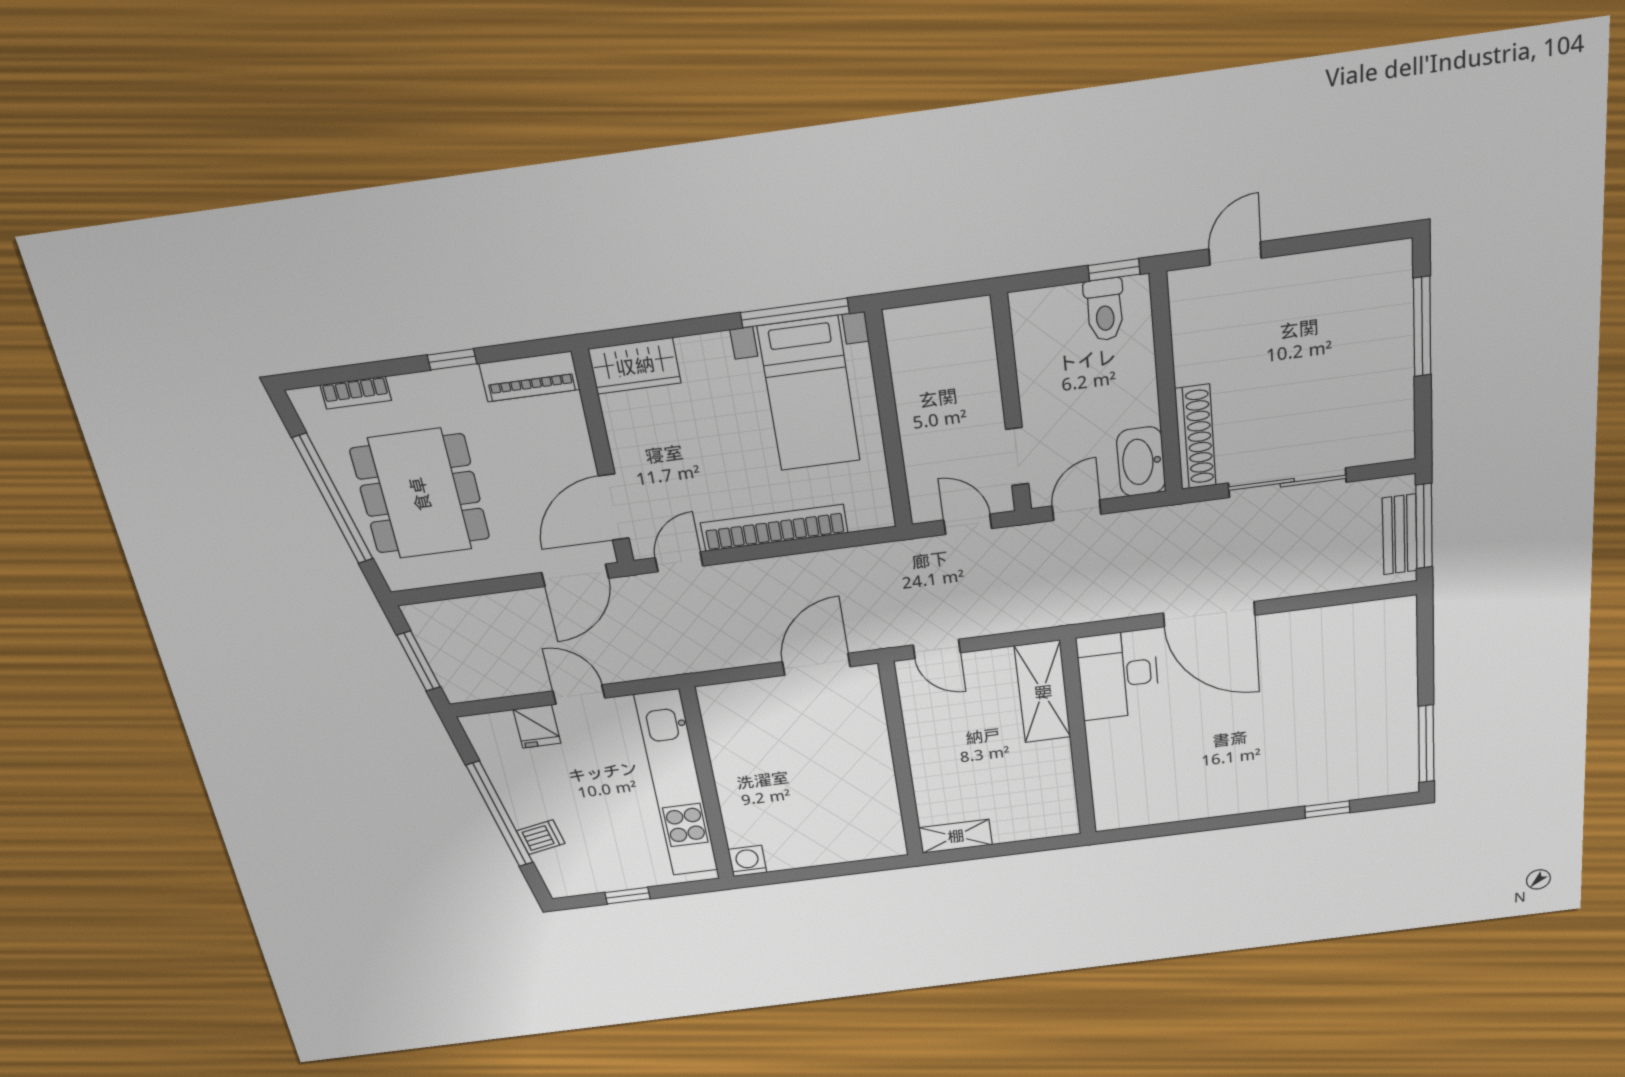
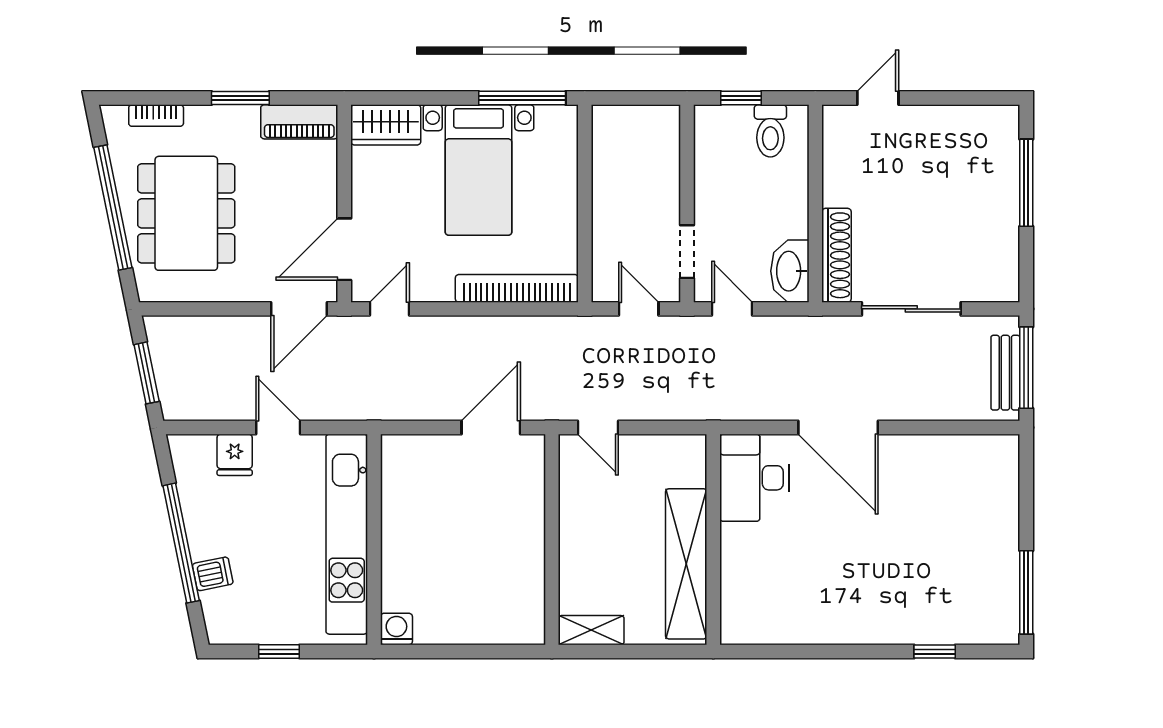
window: (1114, 270) -> (741, 98), moved
window: (452, 359) -> (240, 98), width x1.50
bed with nightstands: (809, 394) -> (478, 170), moved
door: (1077, 510) -> (732, 309), hinge flipped
bookcase: (774, 528) -> (517, 288), moved
shelving: (1043, 692) -> (686, 564), moved, width x1.47

